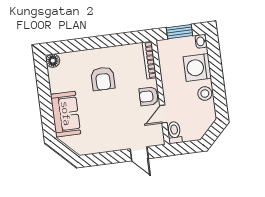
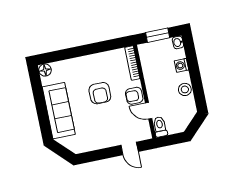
washing machine: (197, 67) -> (181, 65), width x0.53, depth x0.53
armchair: (103, 79) -> (100, 93), moved
sofa: (66, 114) -> (59, 111), width x1.36
door: (163, 114) -> (149, 111), hinge flipped

